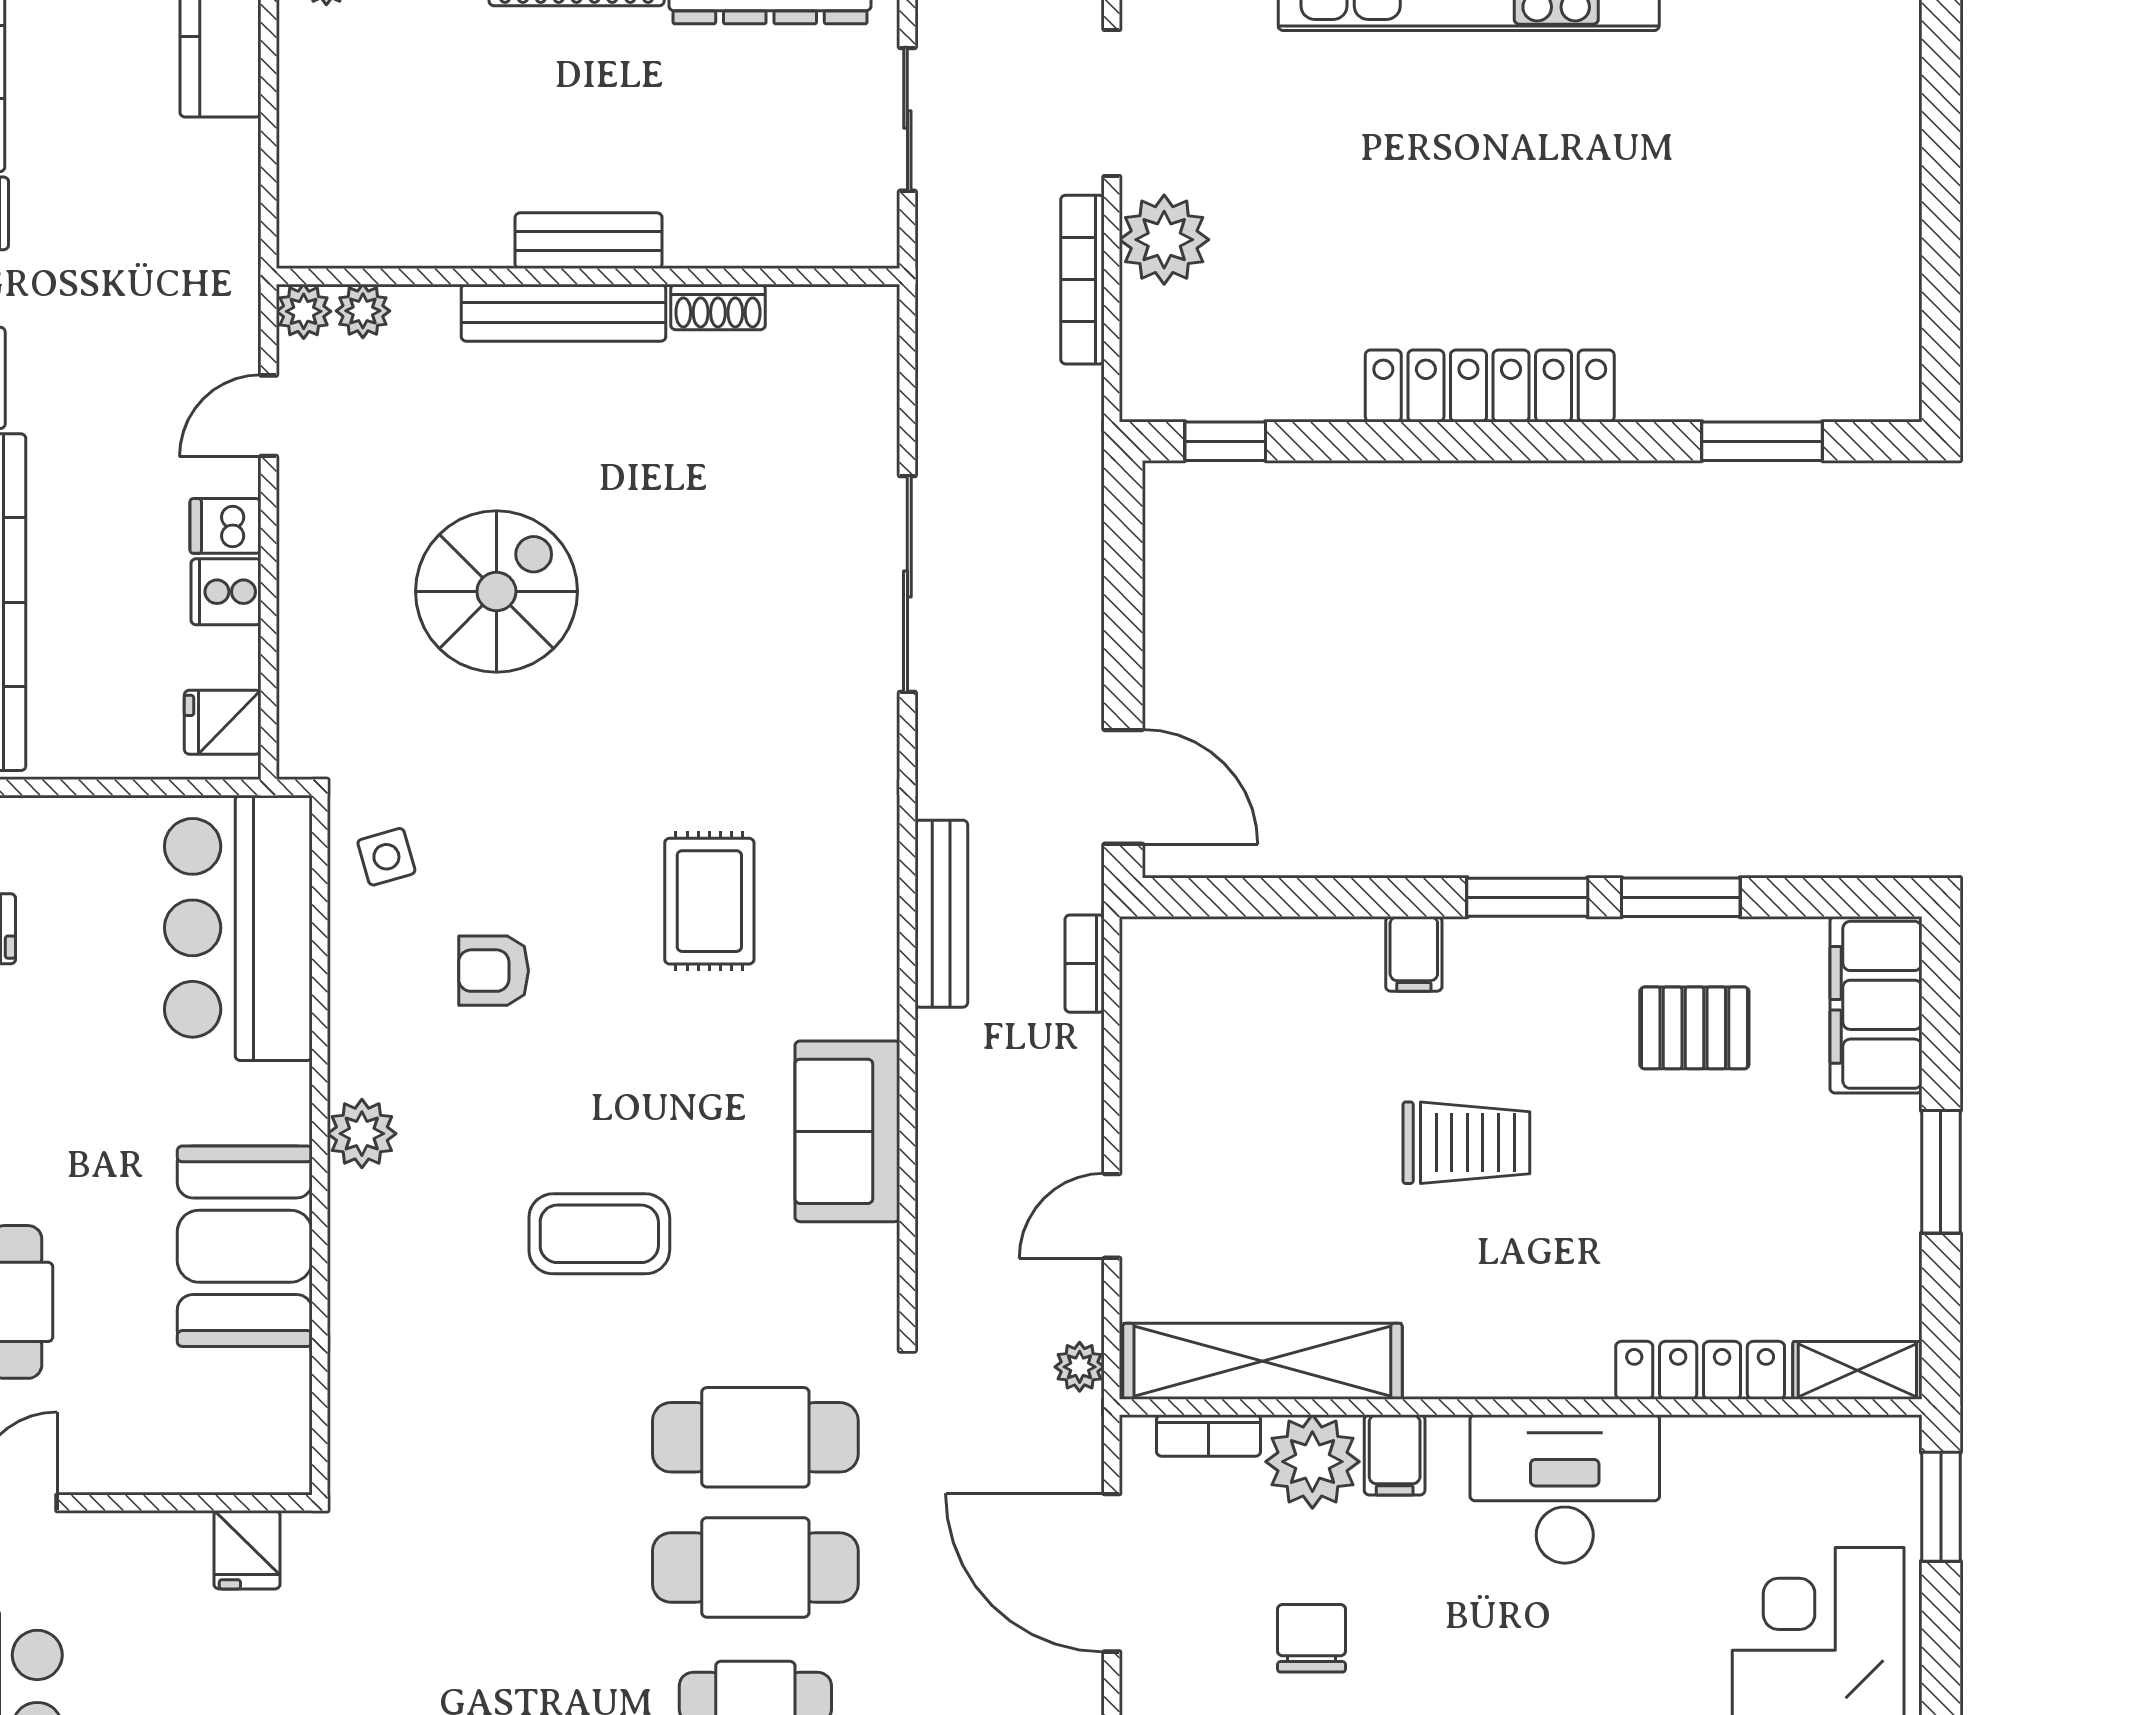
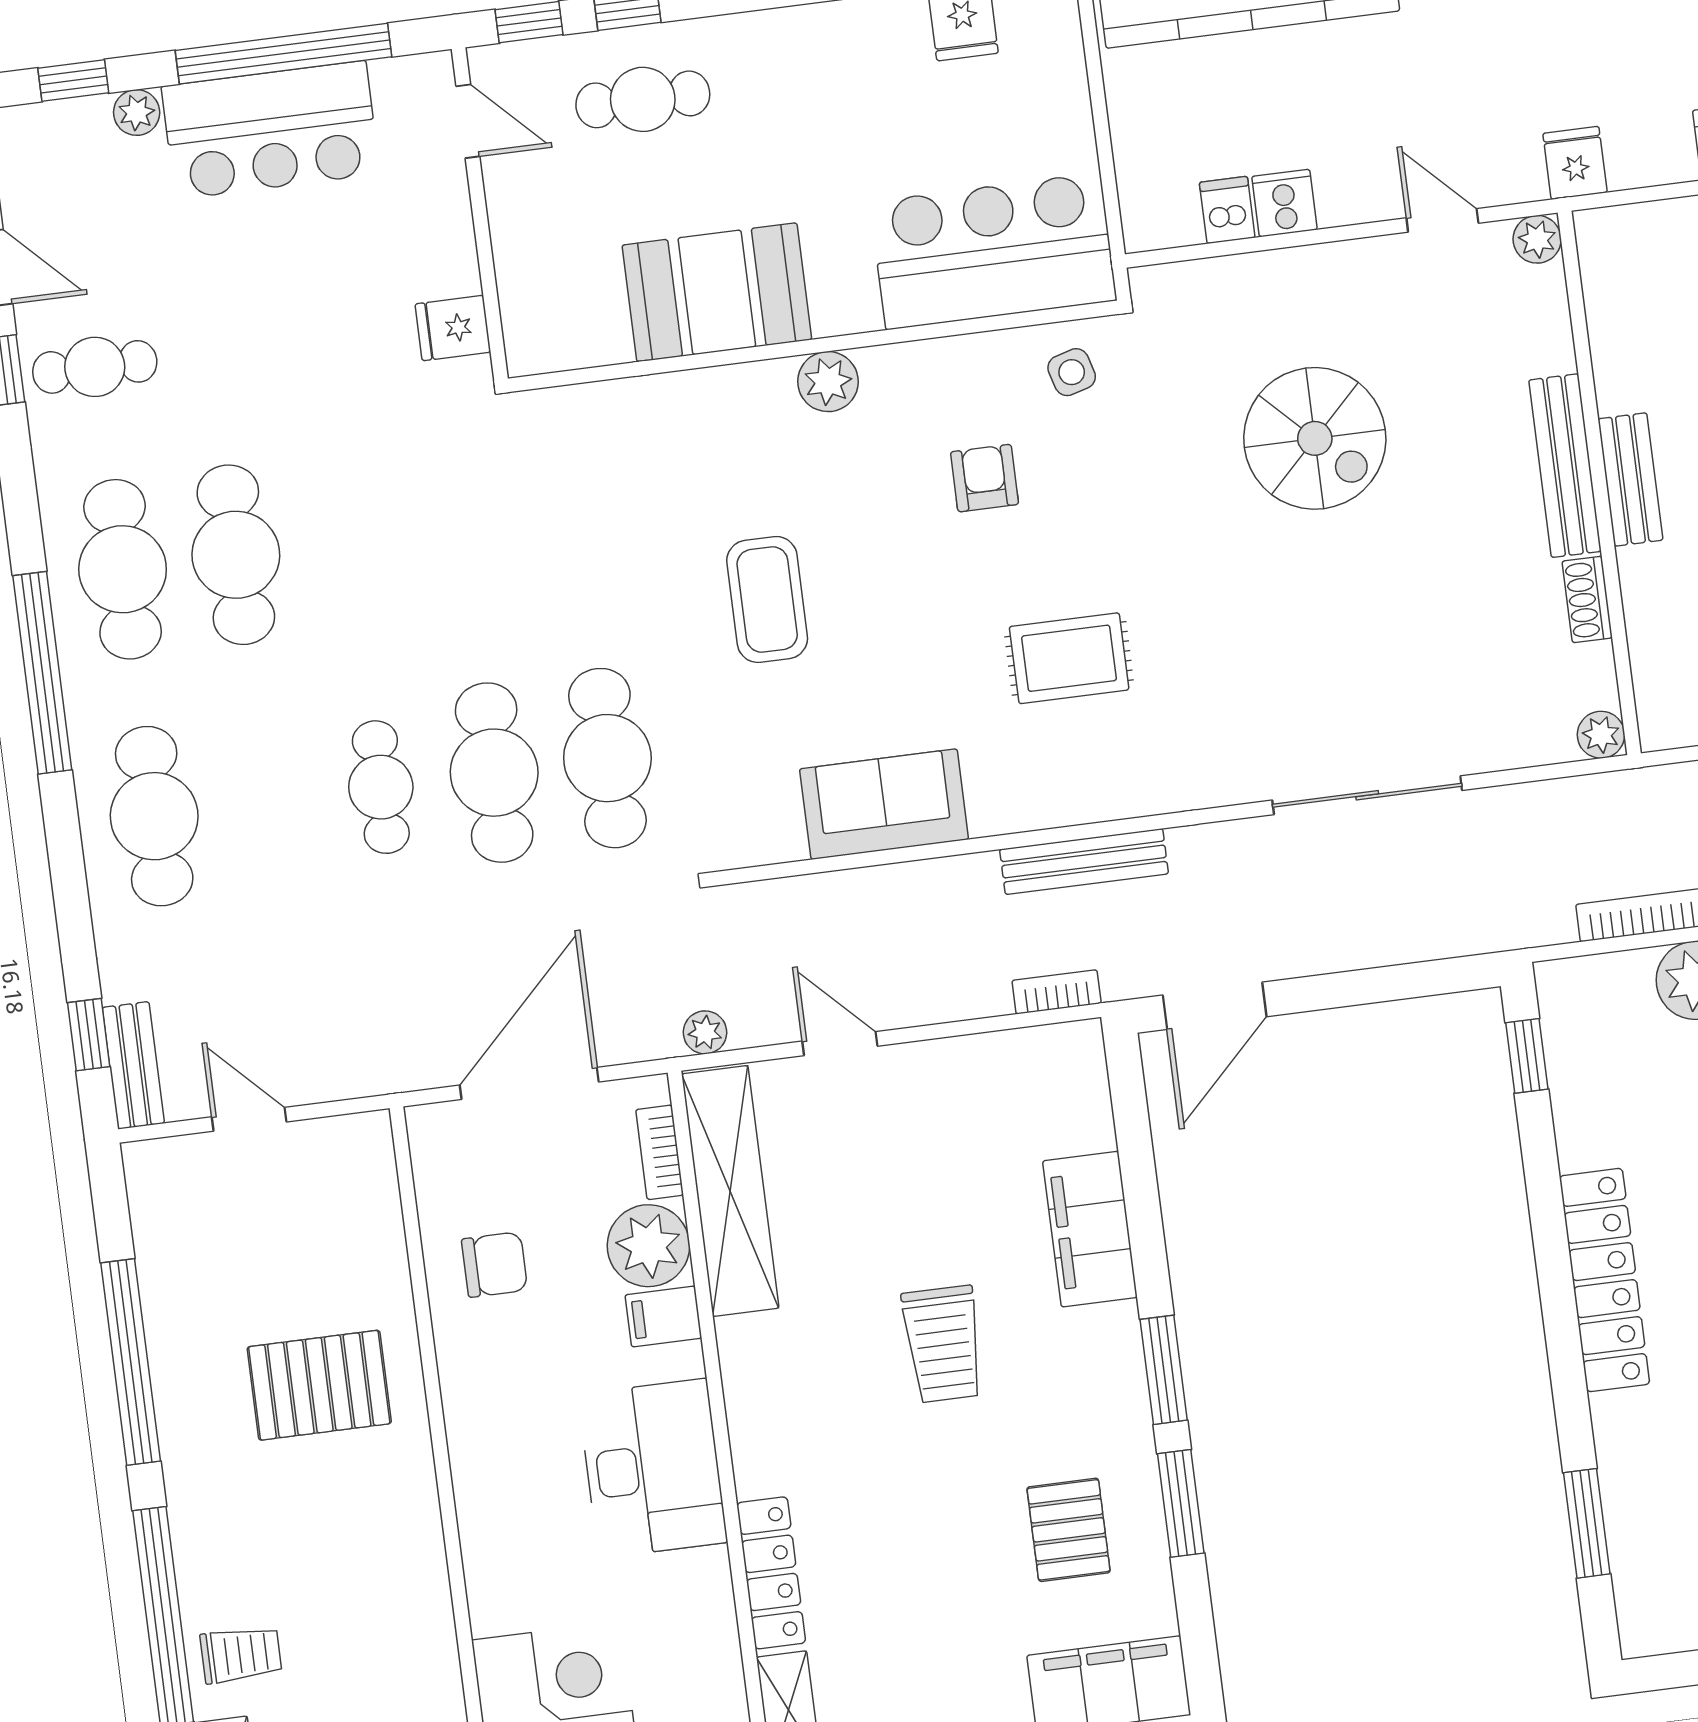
plant: (363, 311) -> (1601, 735), moved
dishwasher: (226, 526) -> (1227, 210), moved
fridge: (223, 722) -> (1575, 163), moved
filing cabinet: (1414, 954) -> (1090, 1229), width x3.00, depth x1.17

